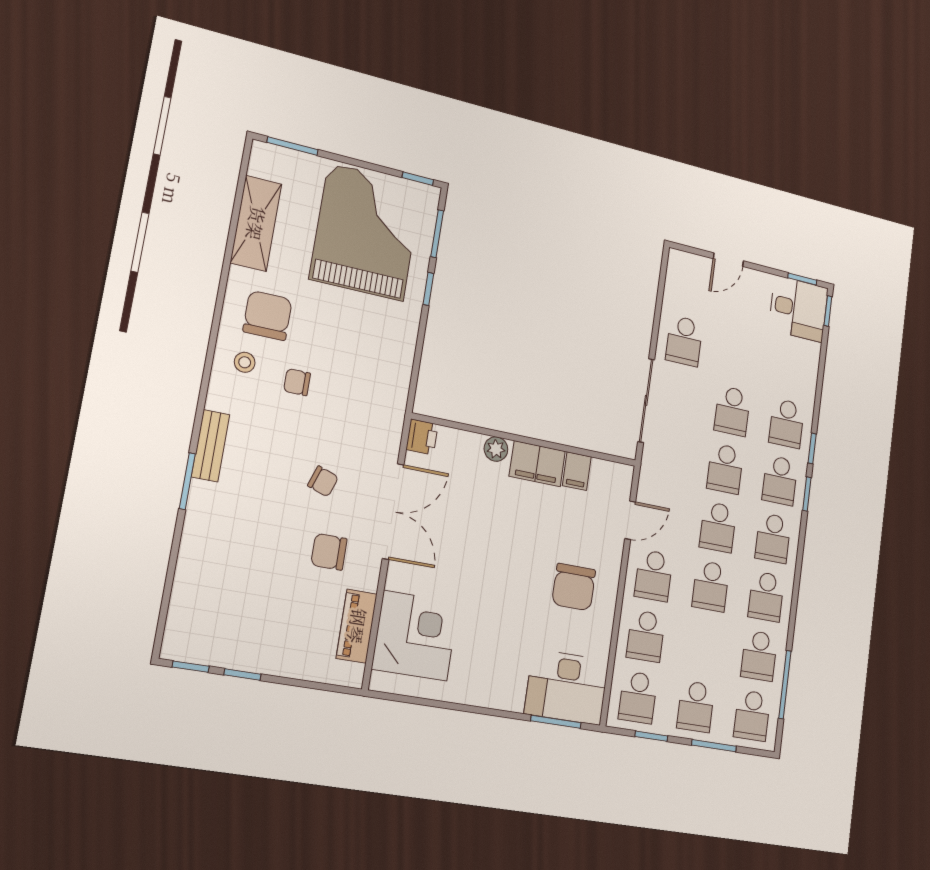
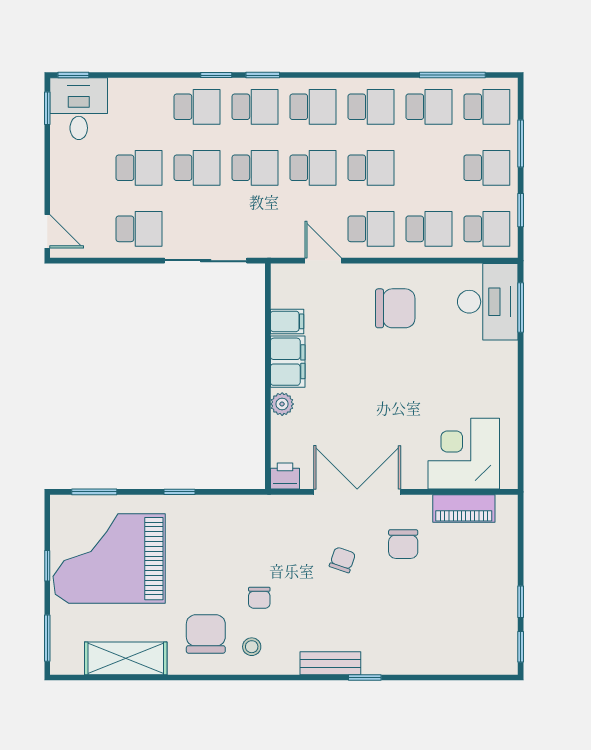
window: (418, 179) -> (47, 566), moved
door: (728, 260) -> (47, 231), moved
window: (428, 289) -> (179, 492), moved
chair: (268, 315) -> (206, 634), turned 90
school desk: (739, 354) -> (139, 168), added
window: (187, 481) -> (365, 677), width x0.67

